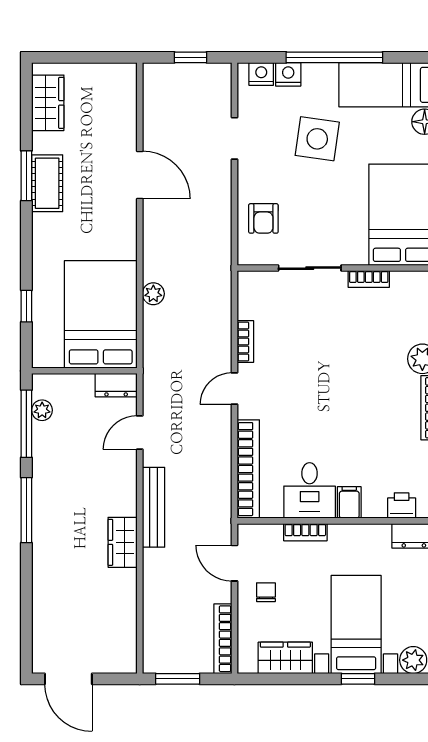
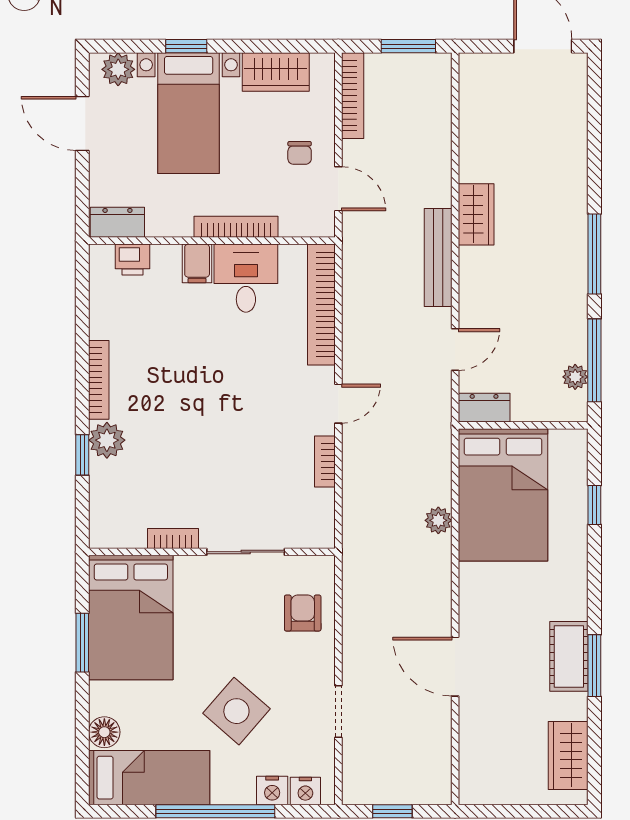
side table: (317, 139) -> (236, 711), turned 33
bookcase: (305, 532) -> (236, 227), width x1.56

